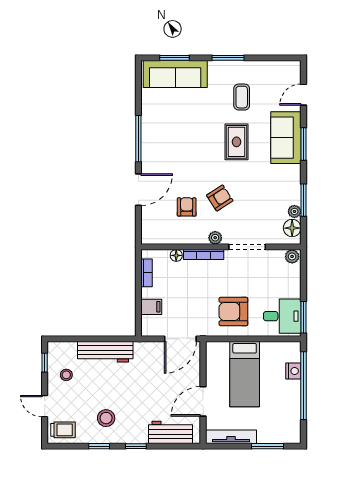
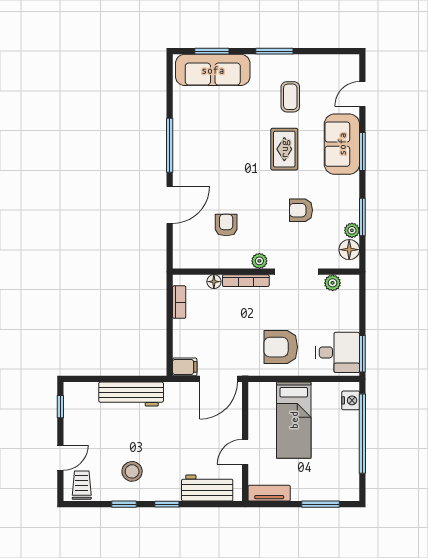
armchair: (220, 198) -> (301, 210), moved, turned -147
plant: (292, 256) -> (333, 283), moved
filing cabinet: (151, 307) -> (185, 367), moved
nightstand: (293, 371) -> (351, 400), moved
stool: (66, 375) -> (86, 421), removed
door: (203, 401) -> (245, 452), width x0.73
door: (45, 406) -> (60, 458), swing flipped
trolley: (63, 430) -> (82, 485), turned -90
tv unit: (231, 437) -> (269, 493), width x0.71

